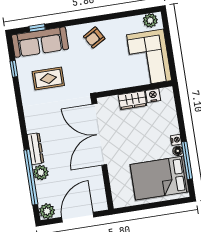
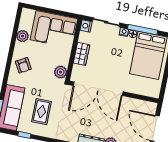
plant: (150, 20) -> (22, 36), moved
plant: (102, 84) -> (61, 72), added
nightstand: (153, 95) -> (86, 26), moved
sliding door: (180, 115) -> (106, 22), added

